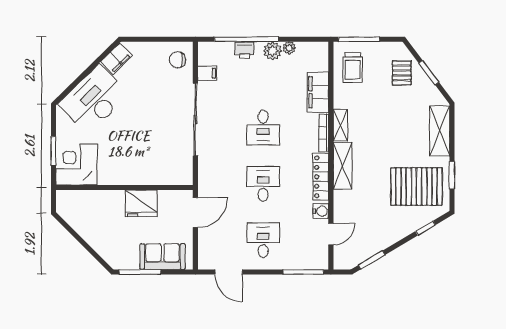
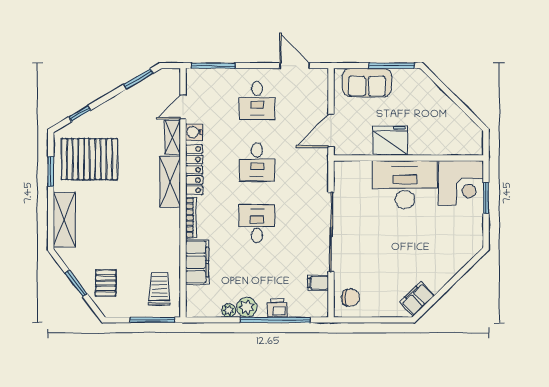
desk: (94, 99) -> (405, 185), moved, turned -136
shelving: (340, 125) -> (173, 137), moved

